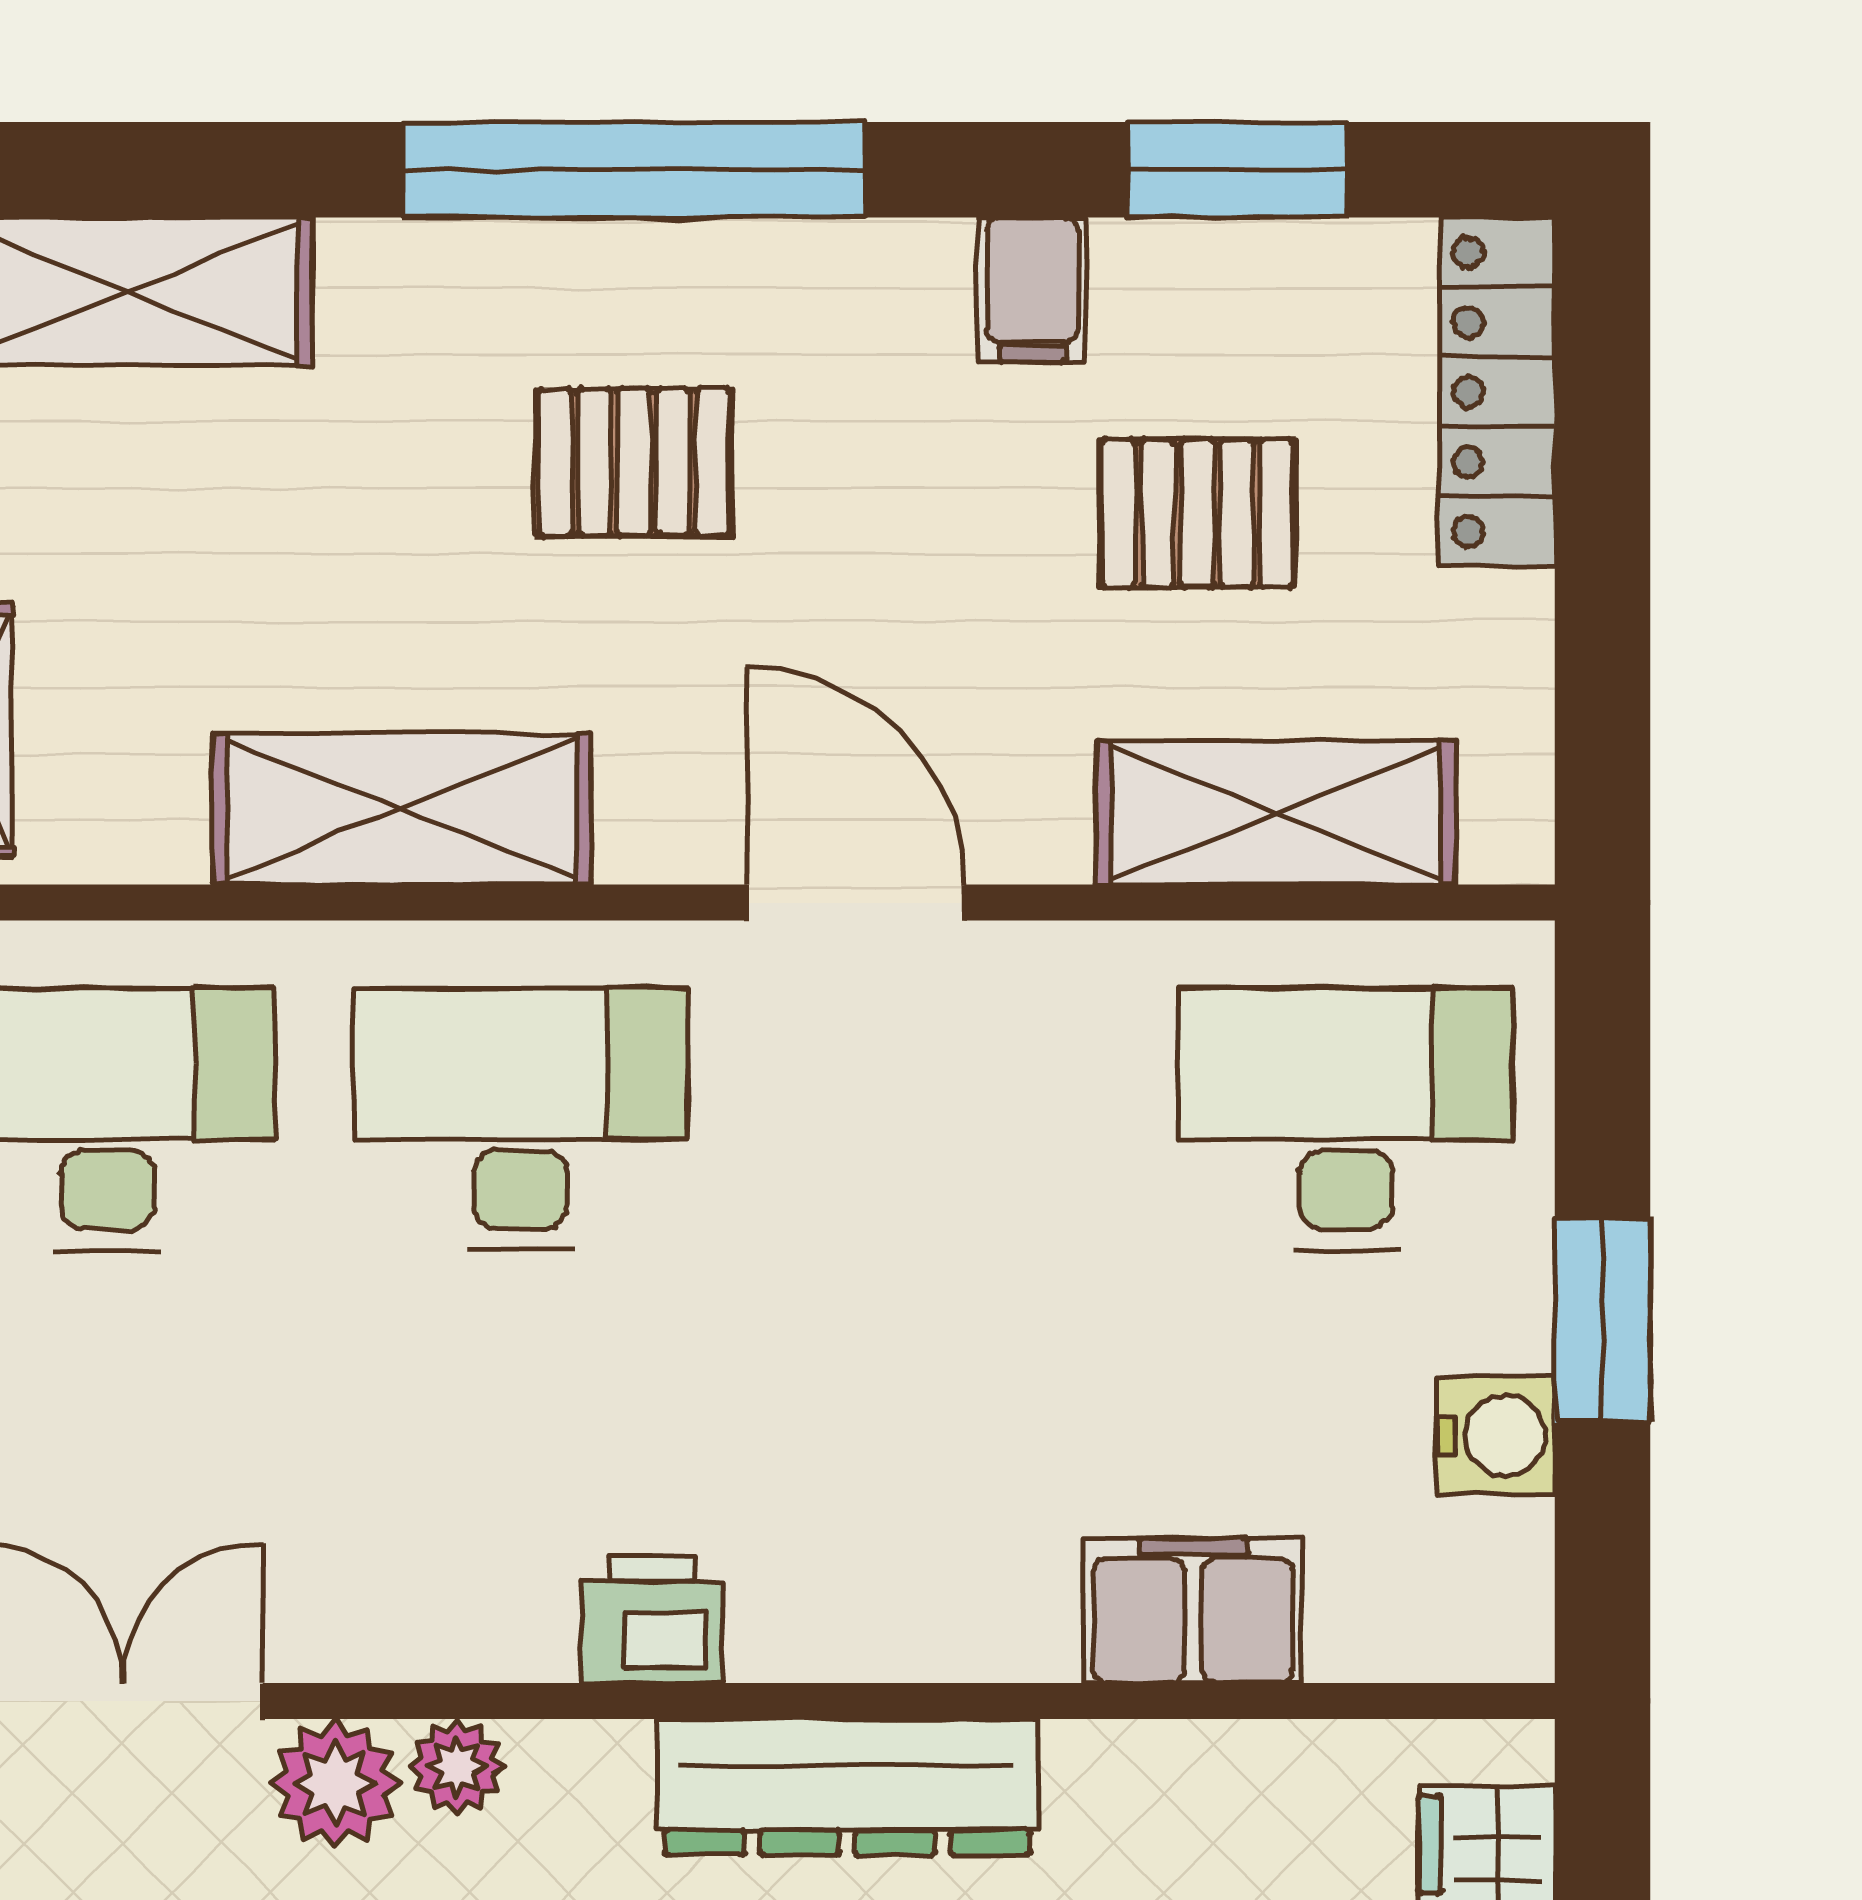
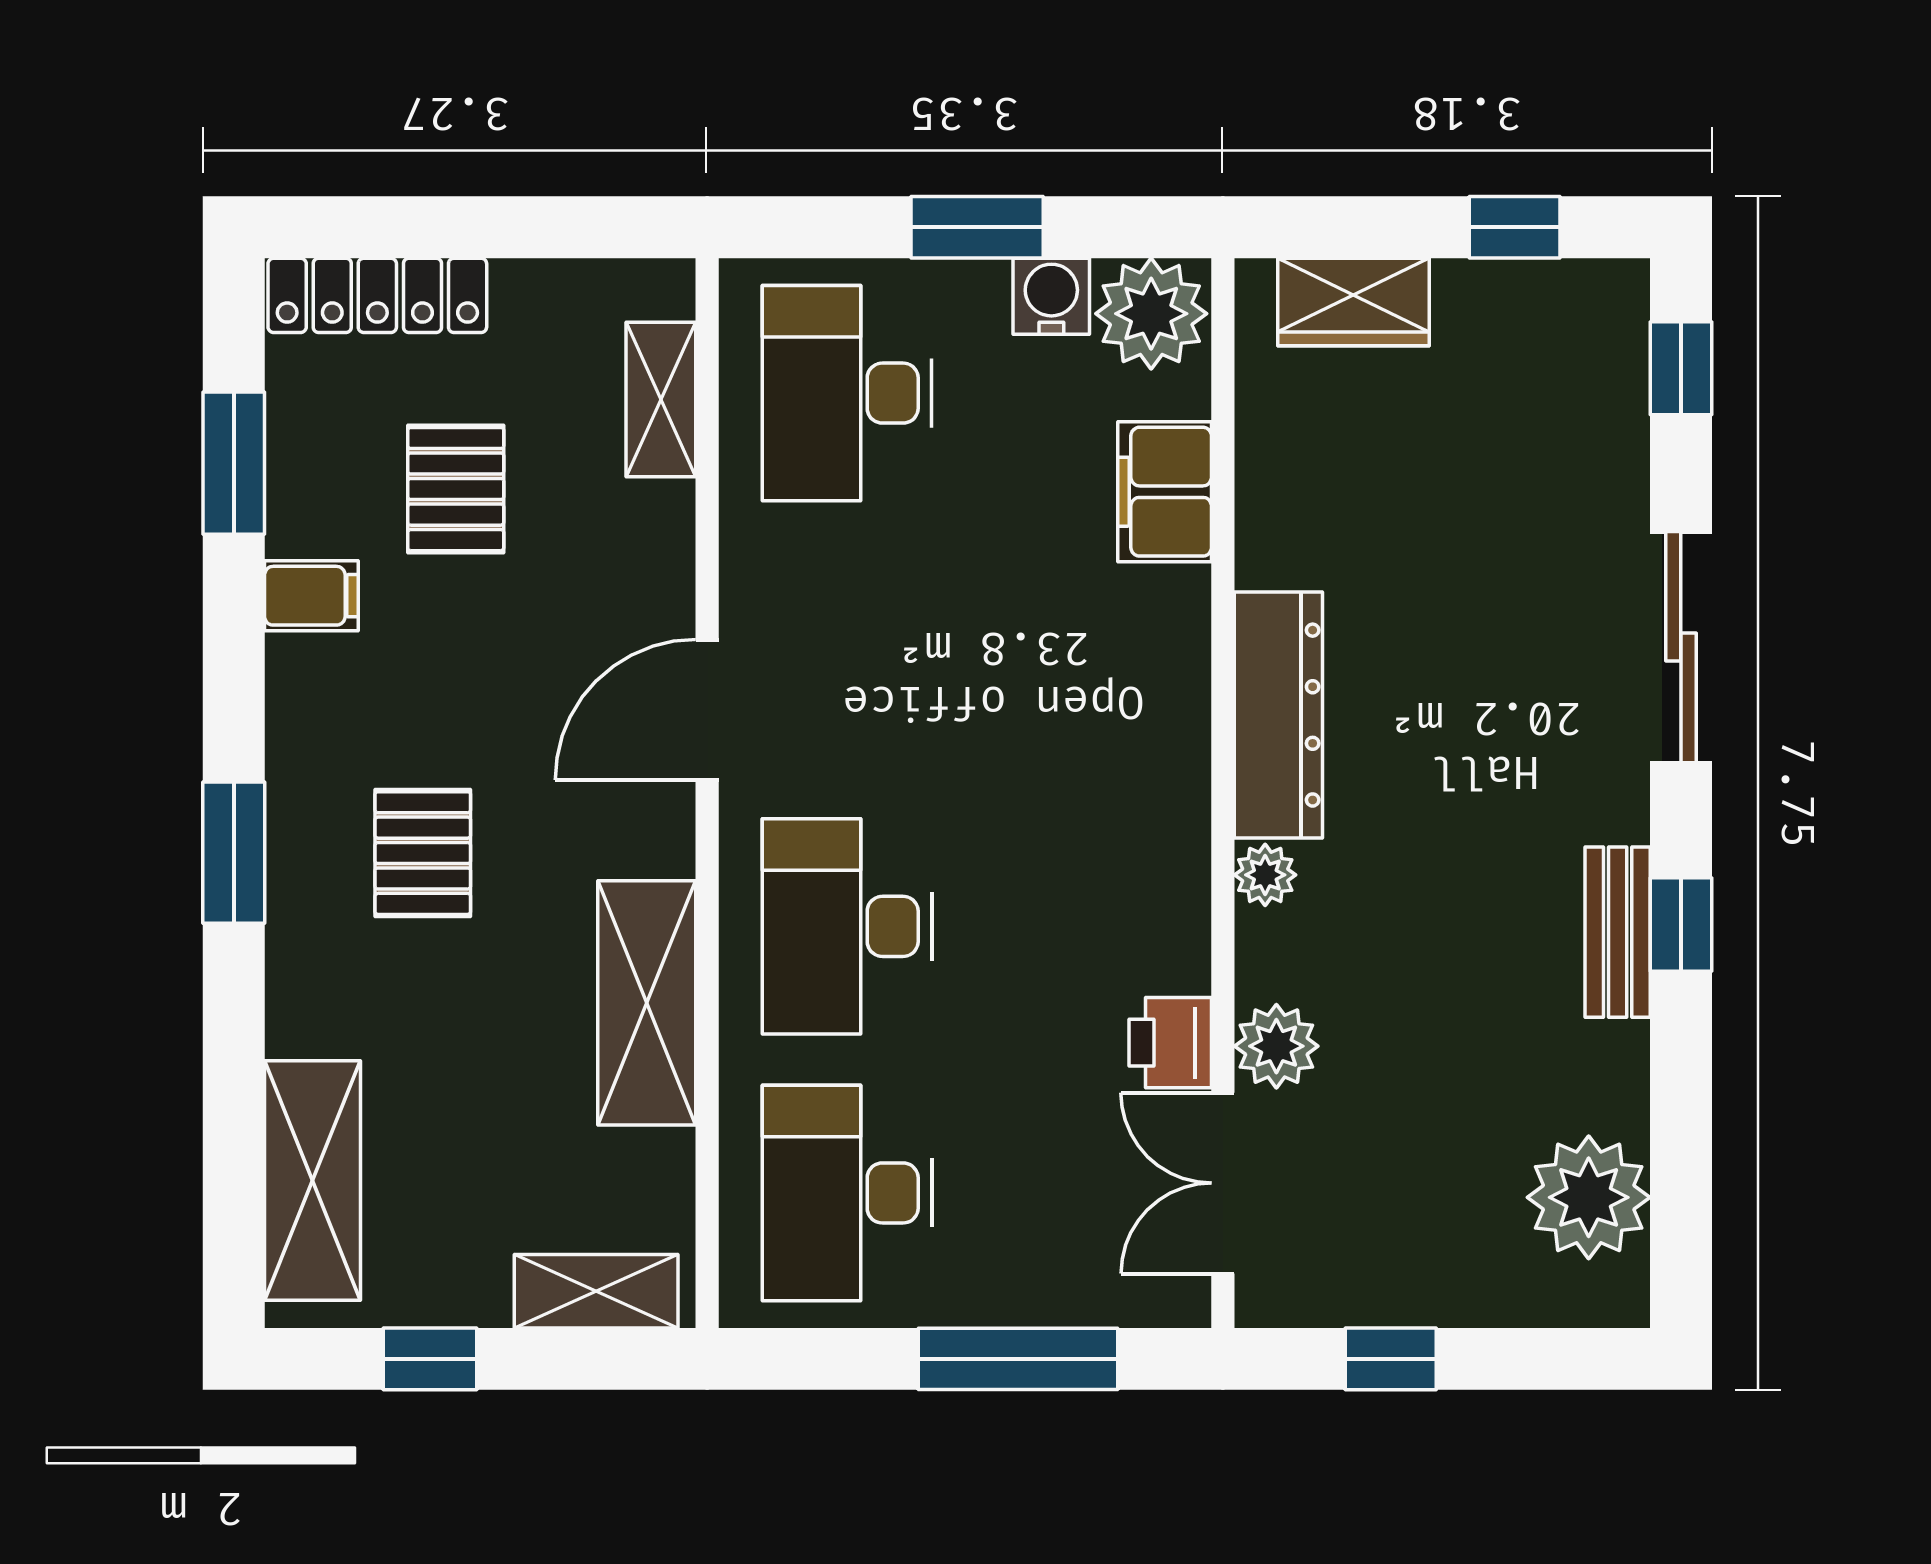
window: (634, 170) -> (234, 853), width x0.47
shelving: (1276, 813) -> (661, 400), width x0.67, depth x0.75
plant: (1469, 1590) -> (1151, 314), added
printer: (652, 1619) -> (1170, 1043), moved
plant: (457, 1766) -> (1265, 875), moved

